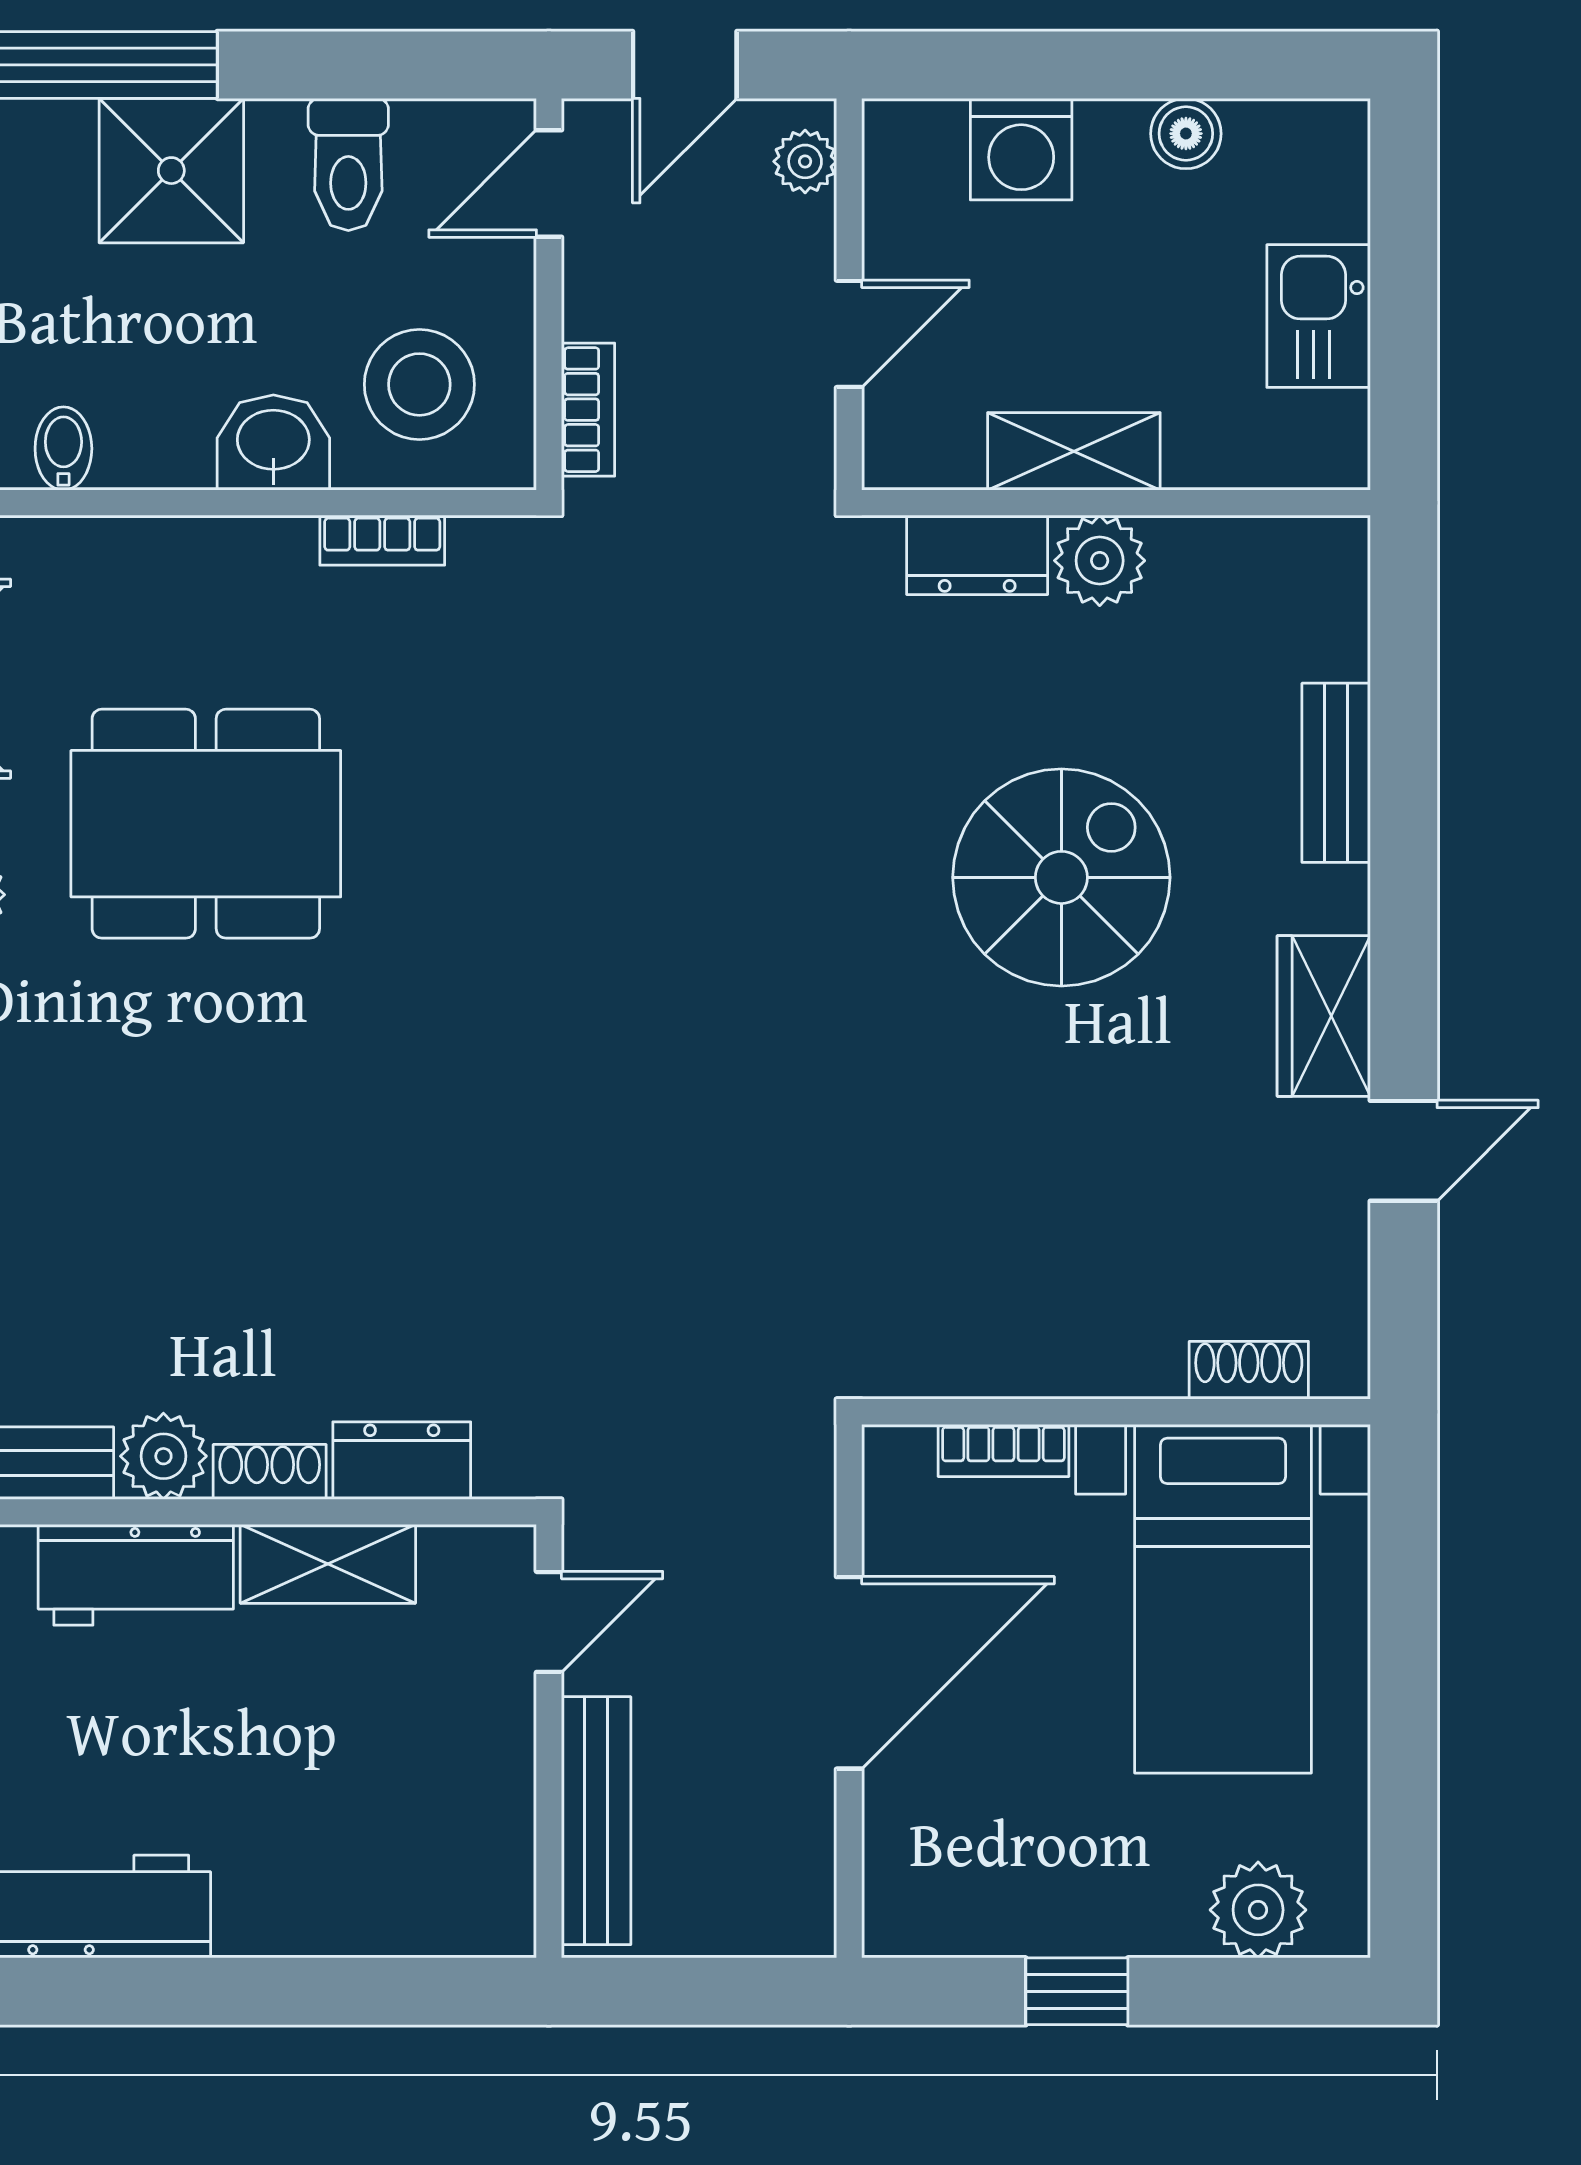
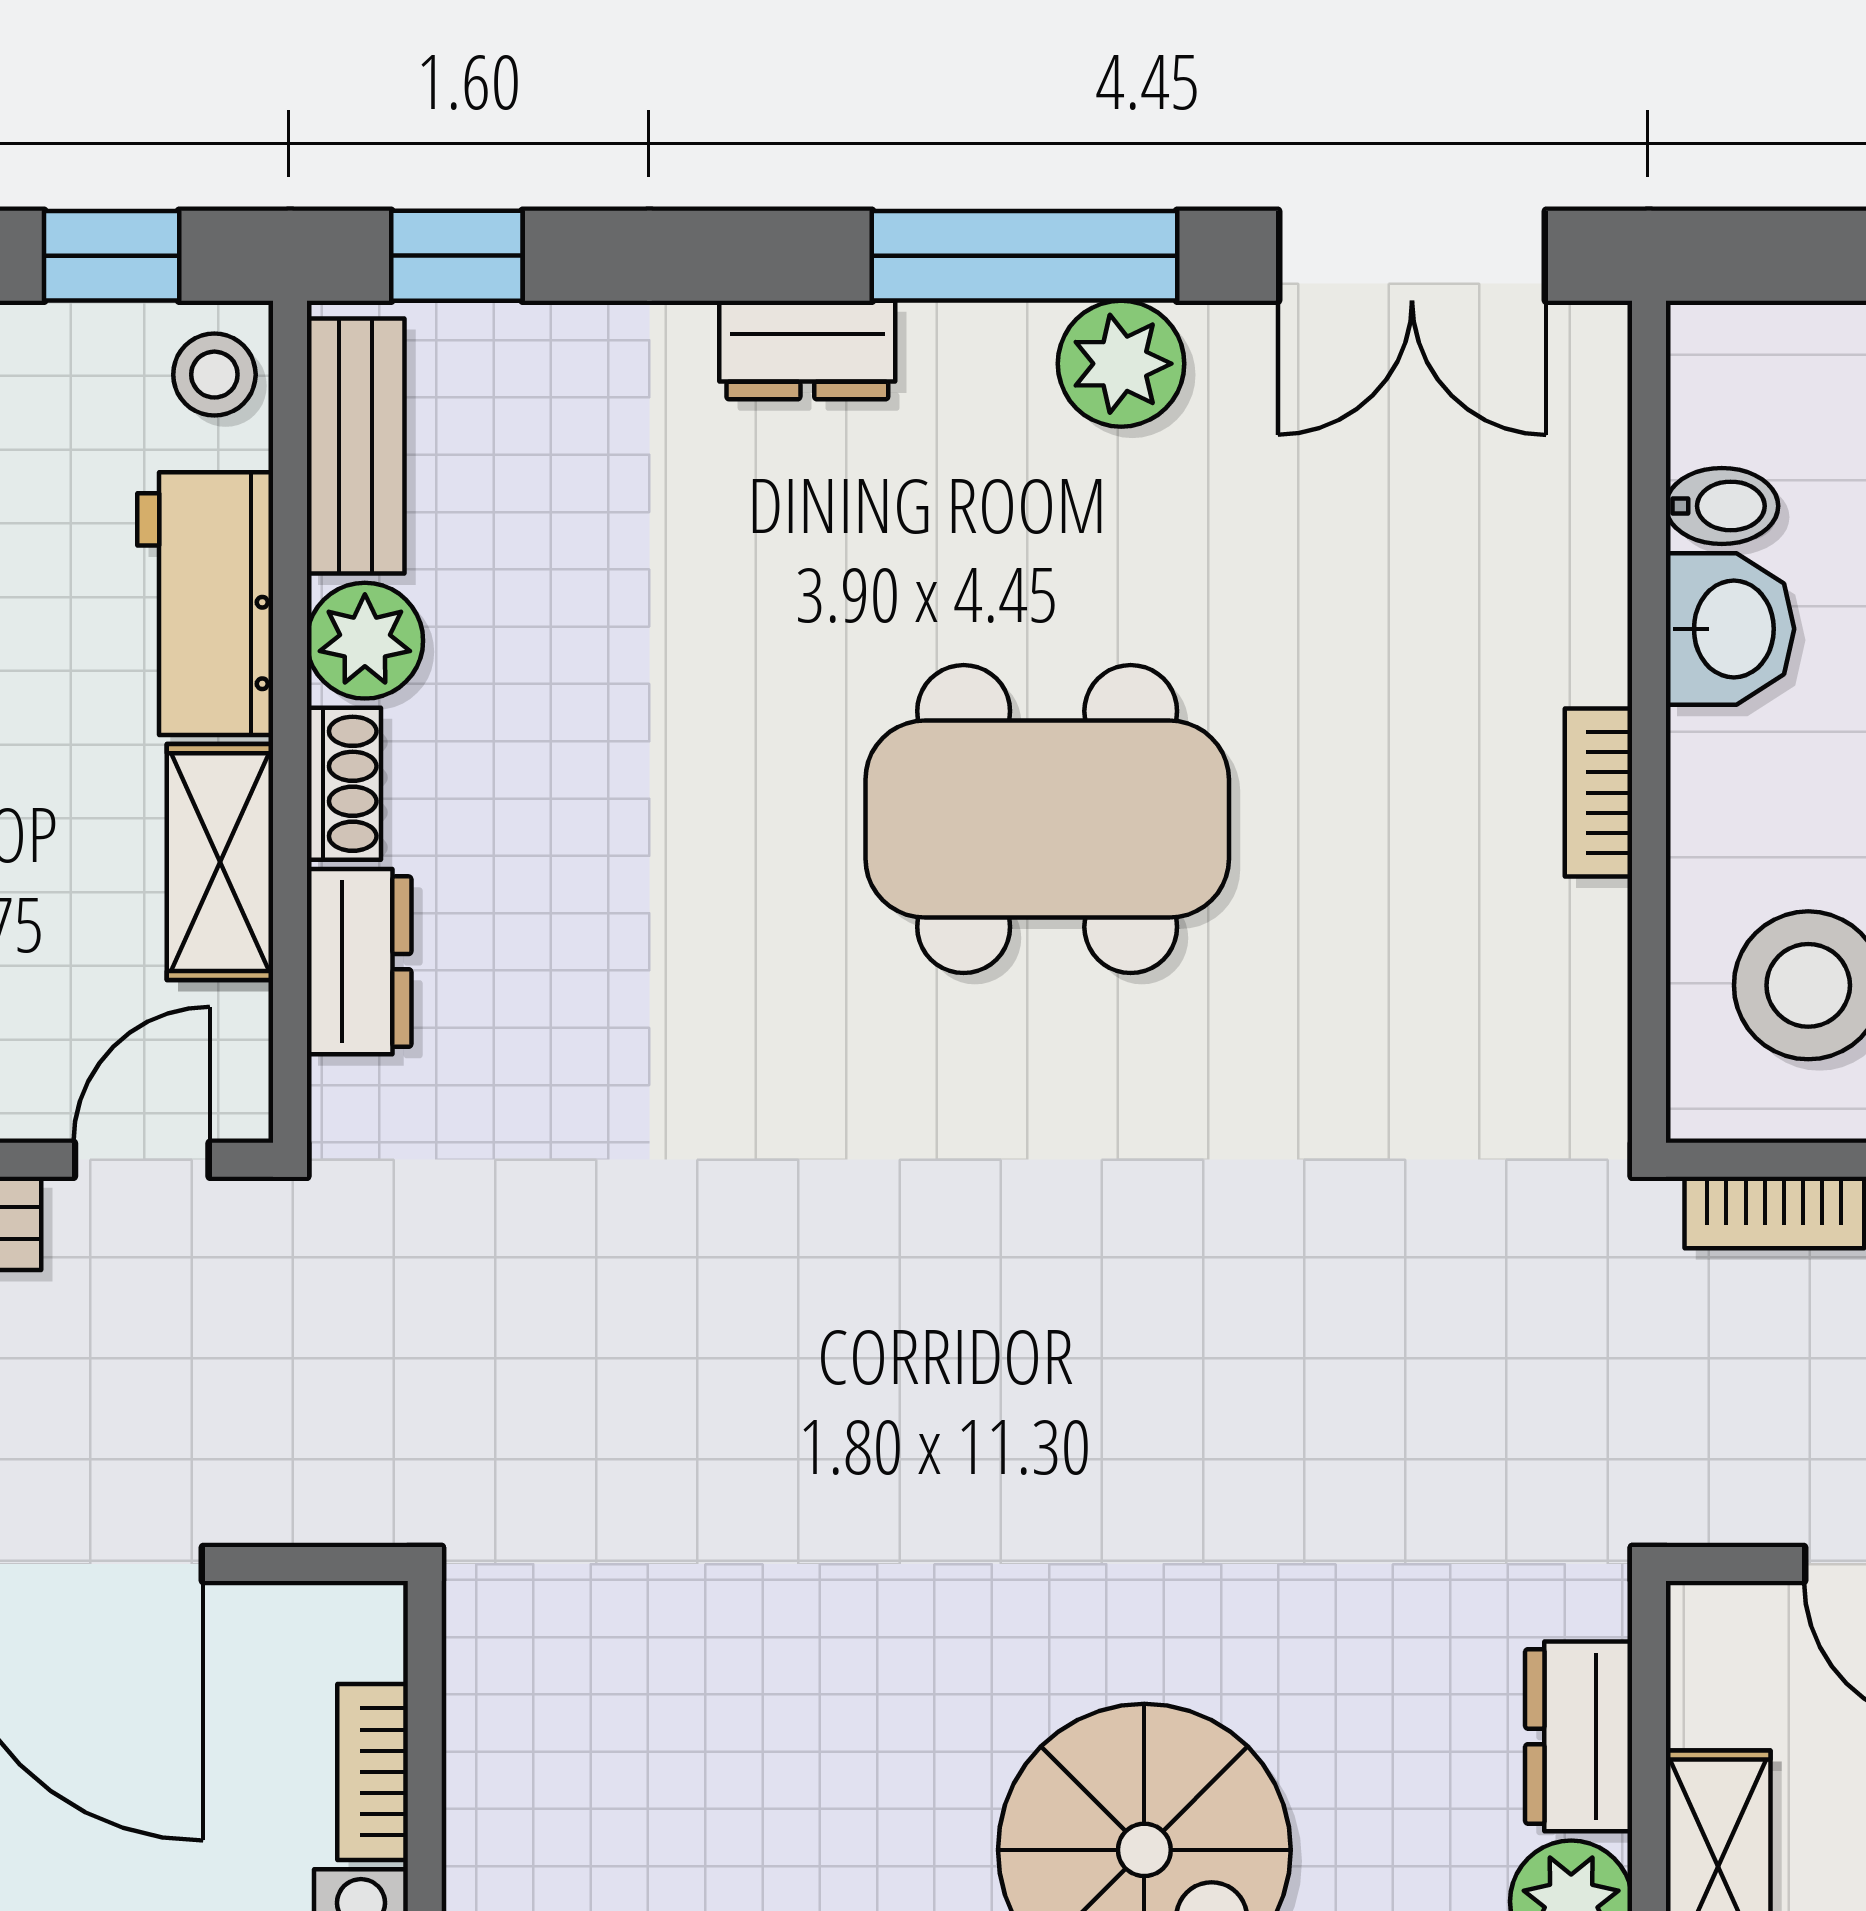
washbasin: (273, 443) -> (1730, 629), moved
bookcase: (382, 540) -> (1598, 793), moved
dining table: (206, 824) -> (1047, 819), moved, turned 90
door: (549, 1622) -> (142, 1160), swing flipped

